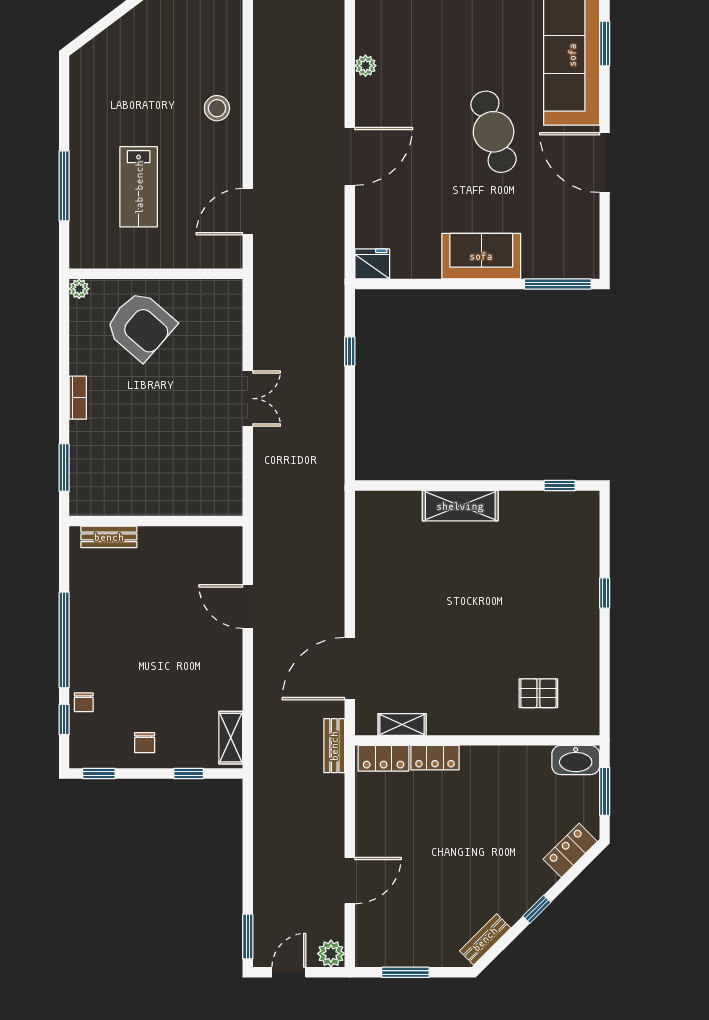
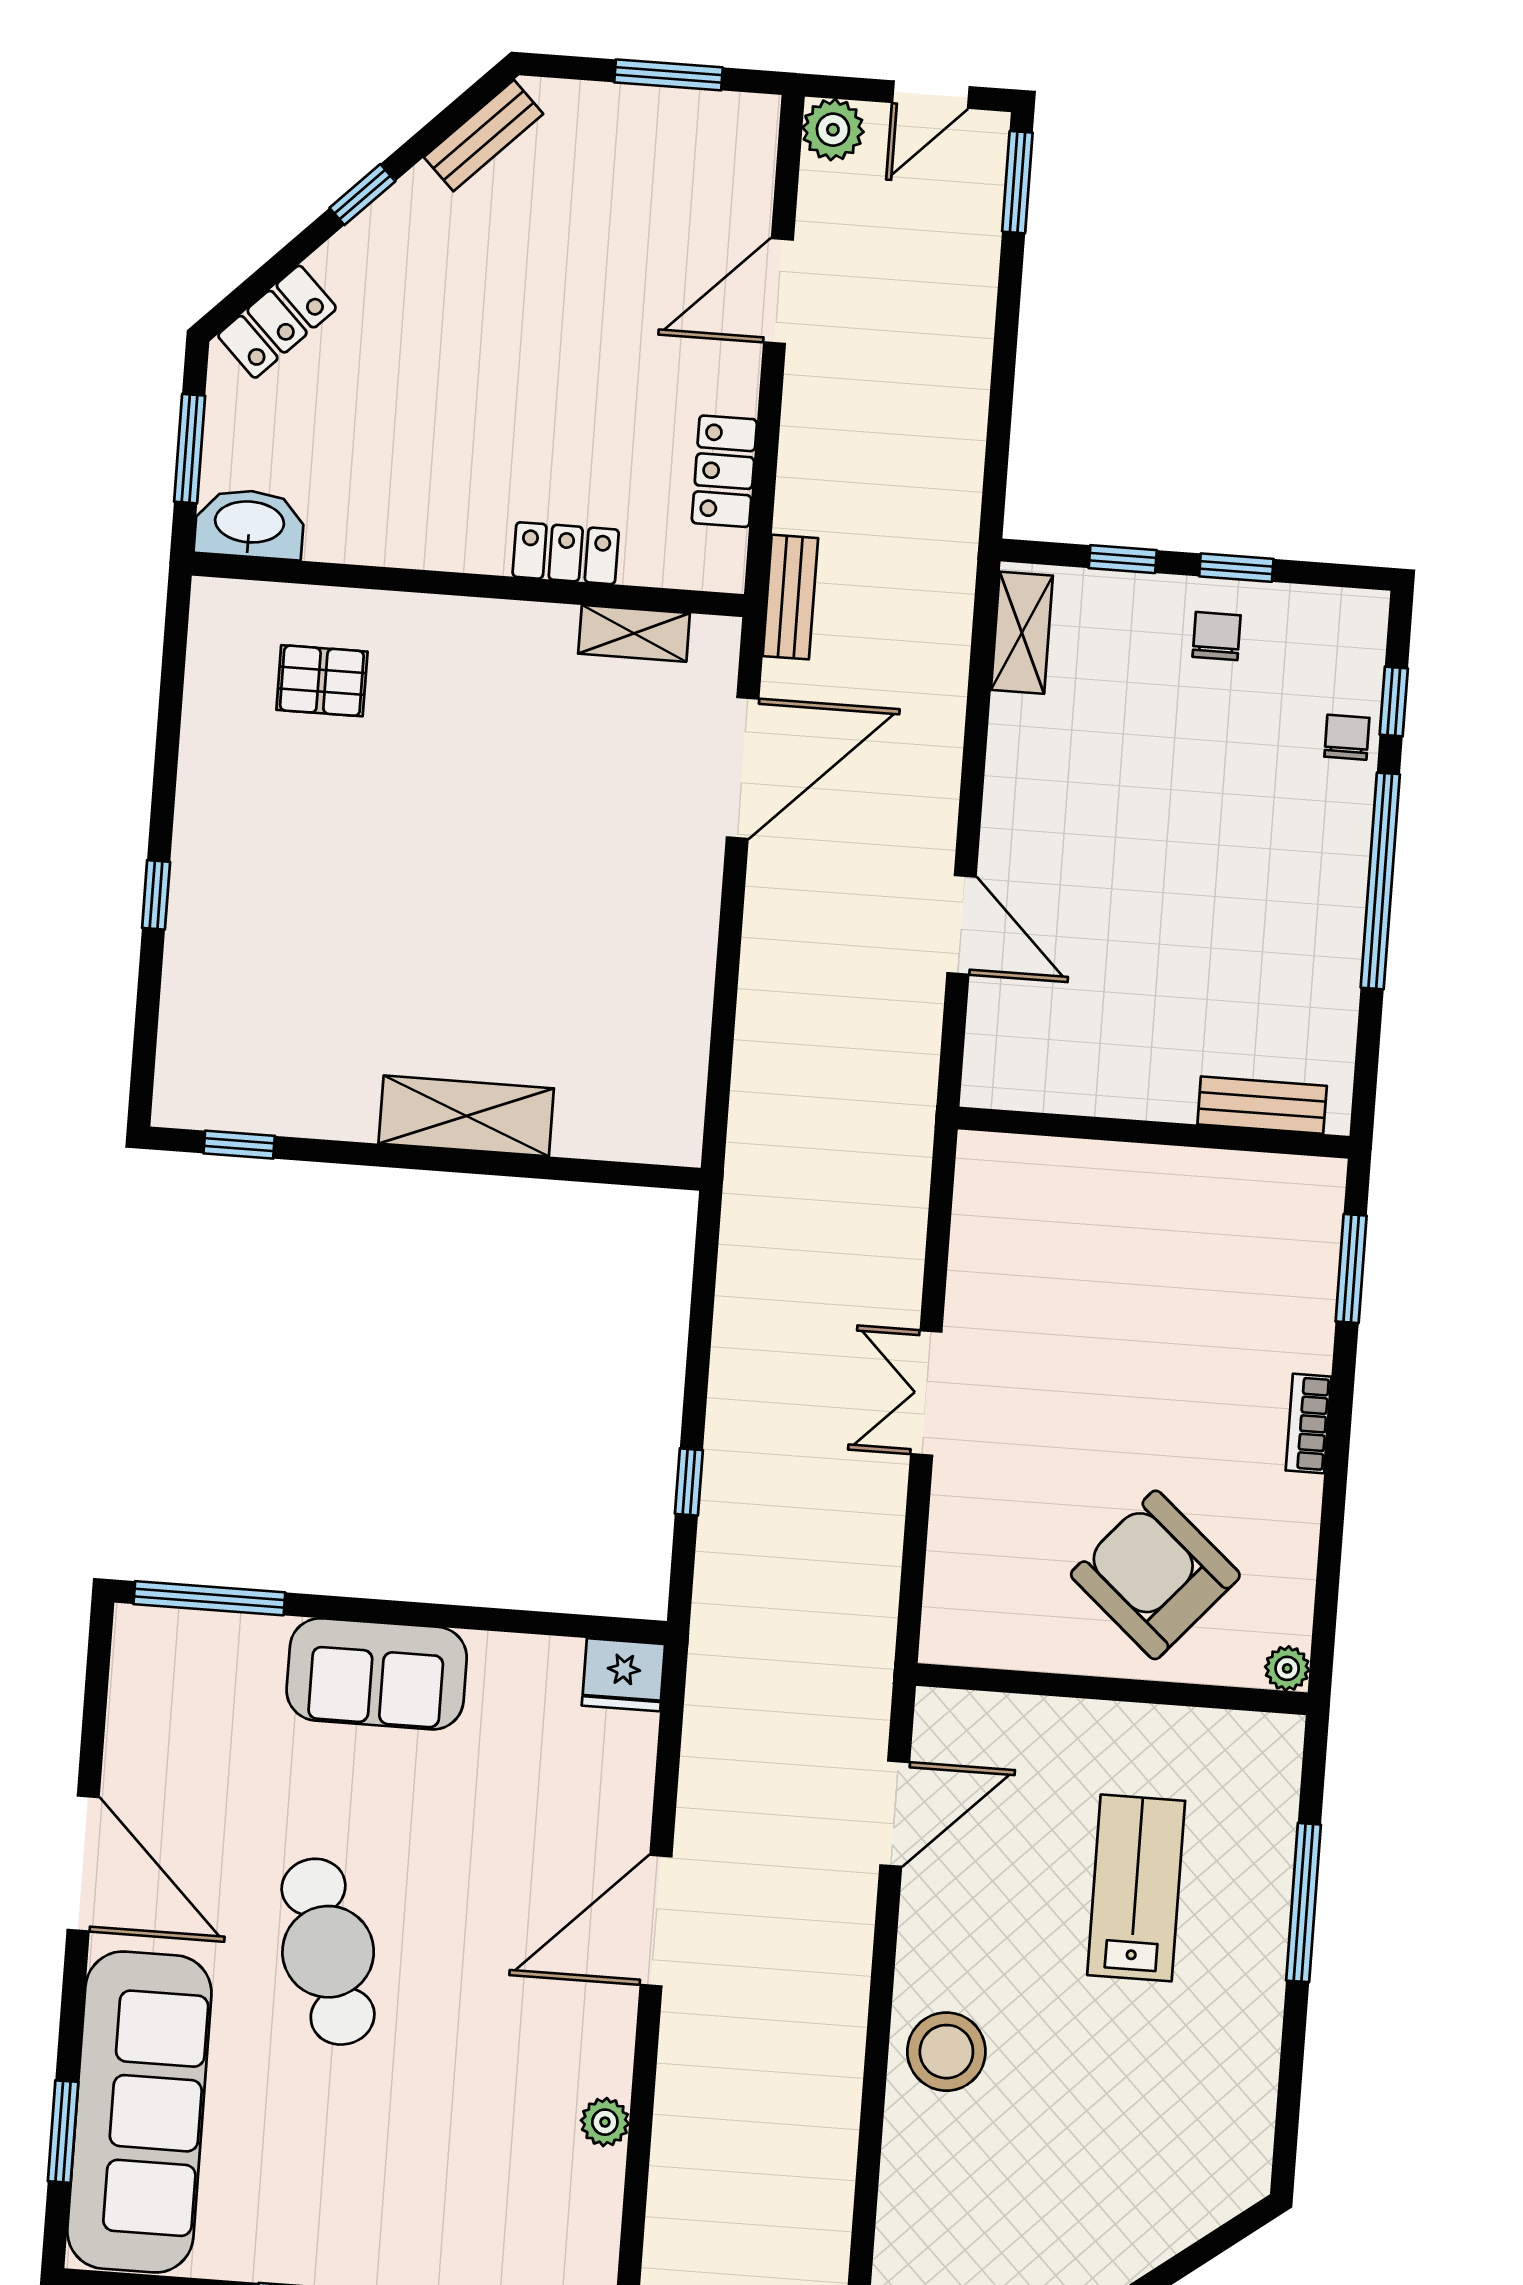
stool: (217, 108) -> (946, 2052), width x1.38, depth x1.38
locker: (384, 758) -> (724, 471), moved, turned -90
window: (99, 773) -> (1236, 568), moved

